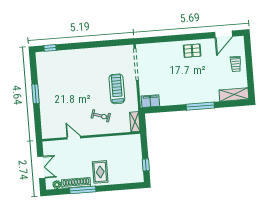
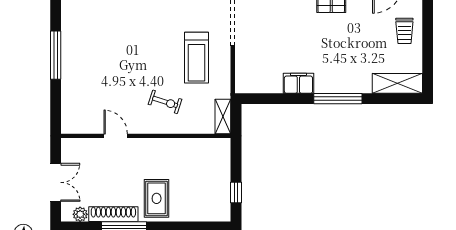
treadmill: (117, 89) -> (196, 58), turned 180
window: (35, 94) -> (56, 55), width x1.44
filing cabinet: (150, 101) -> (298, 83), moved

